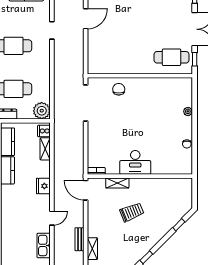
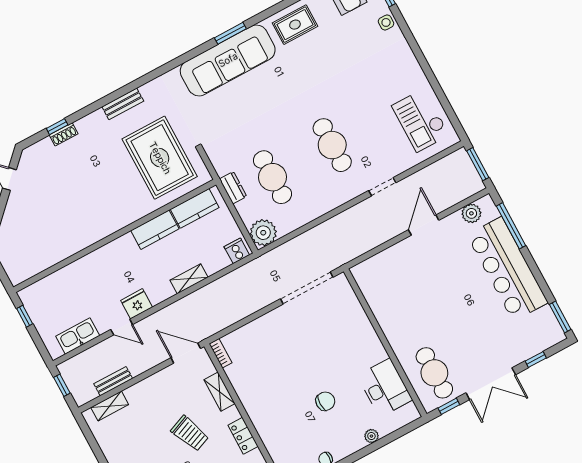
door: (86, 19) -> (424, 225), swing flipped
chair: (119, 89) -> (325, 401), moved
shelving: (45, 149) -> (189, 279), moved
desk: (135, 162) -> (385, 388), moved, turned 180
locker: (149, 183) -> (243, 436), added
fridge: (43, 186) -> (137, 304), moved
door: (86, 190) -> (186, 353), hinge flipped

